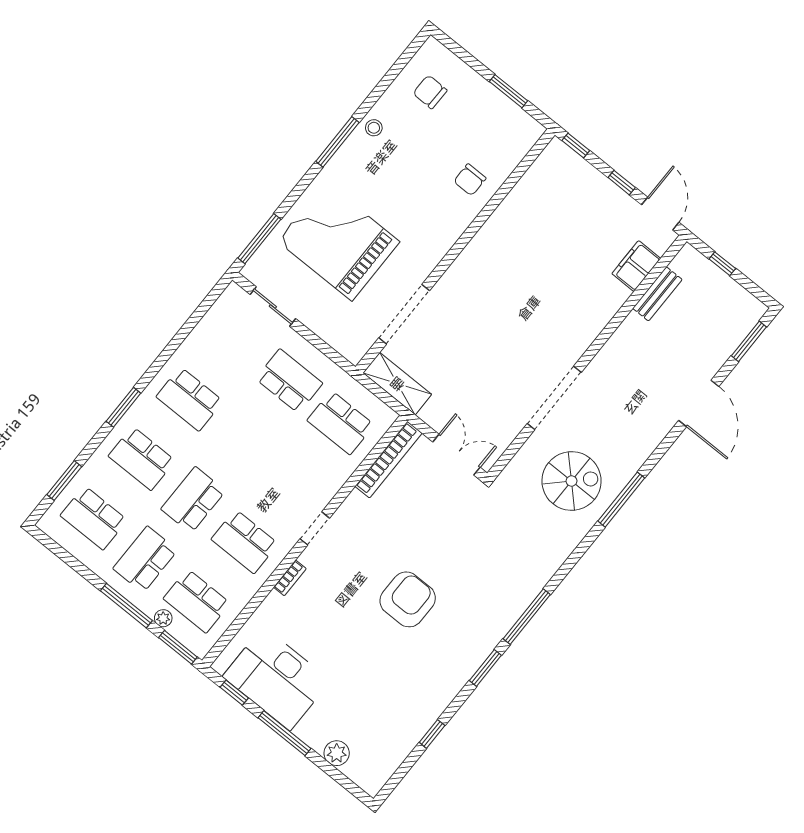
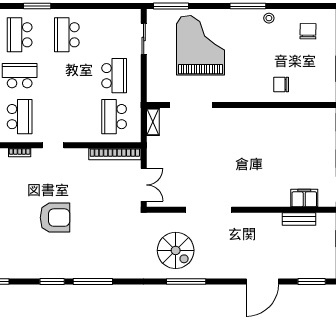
shelving: (397, 384) -> (153, 122), width x0.67, depth x0.75
school desk: (245, 541) -> (20, 117), turned 180

